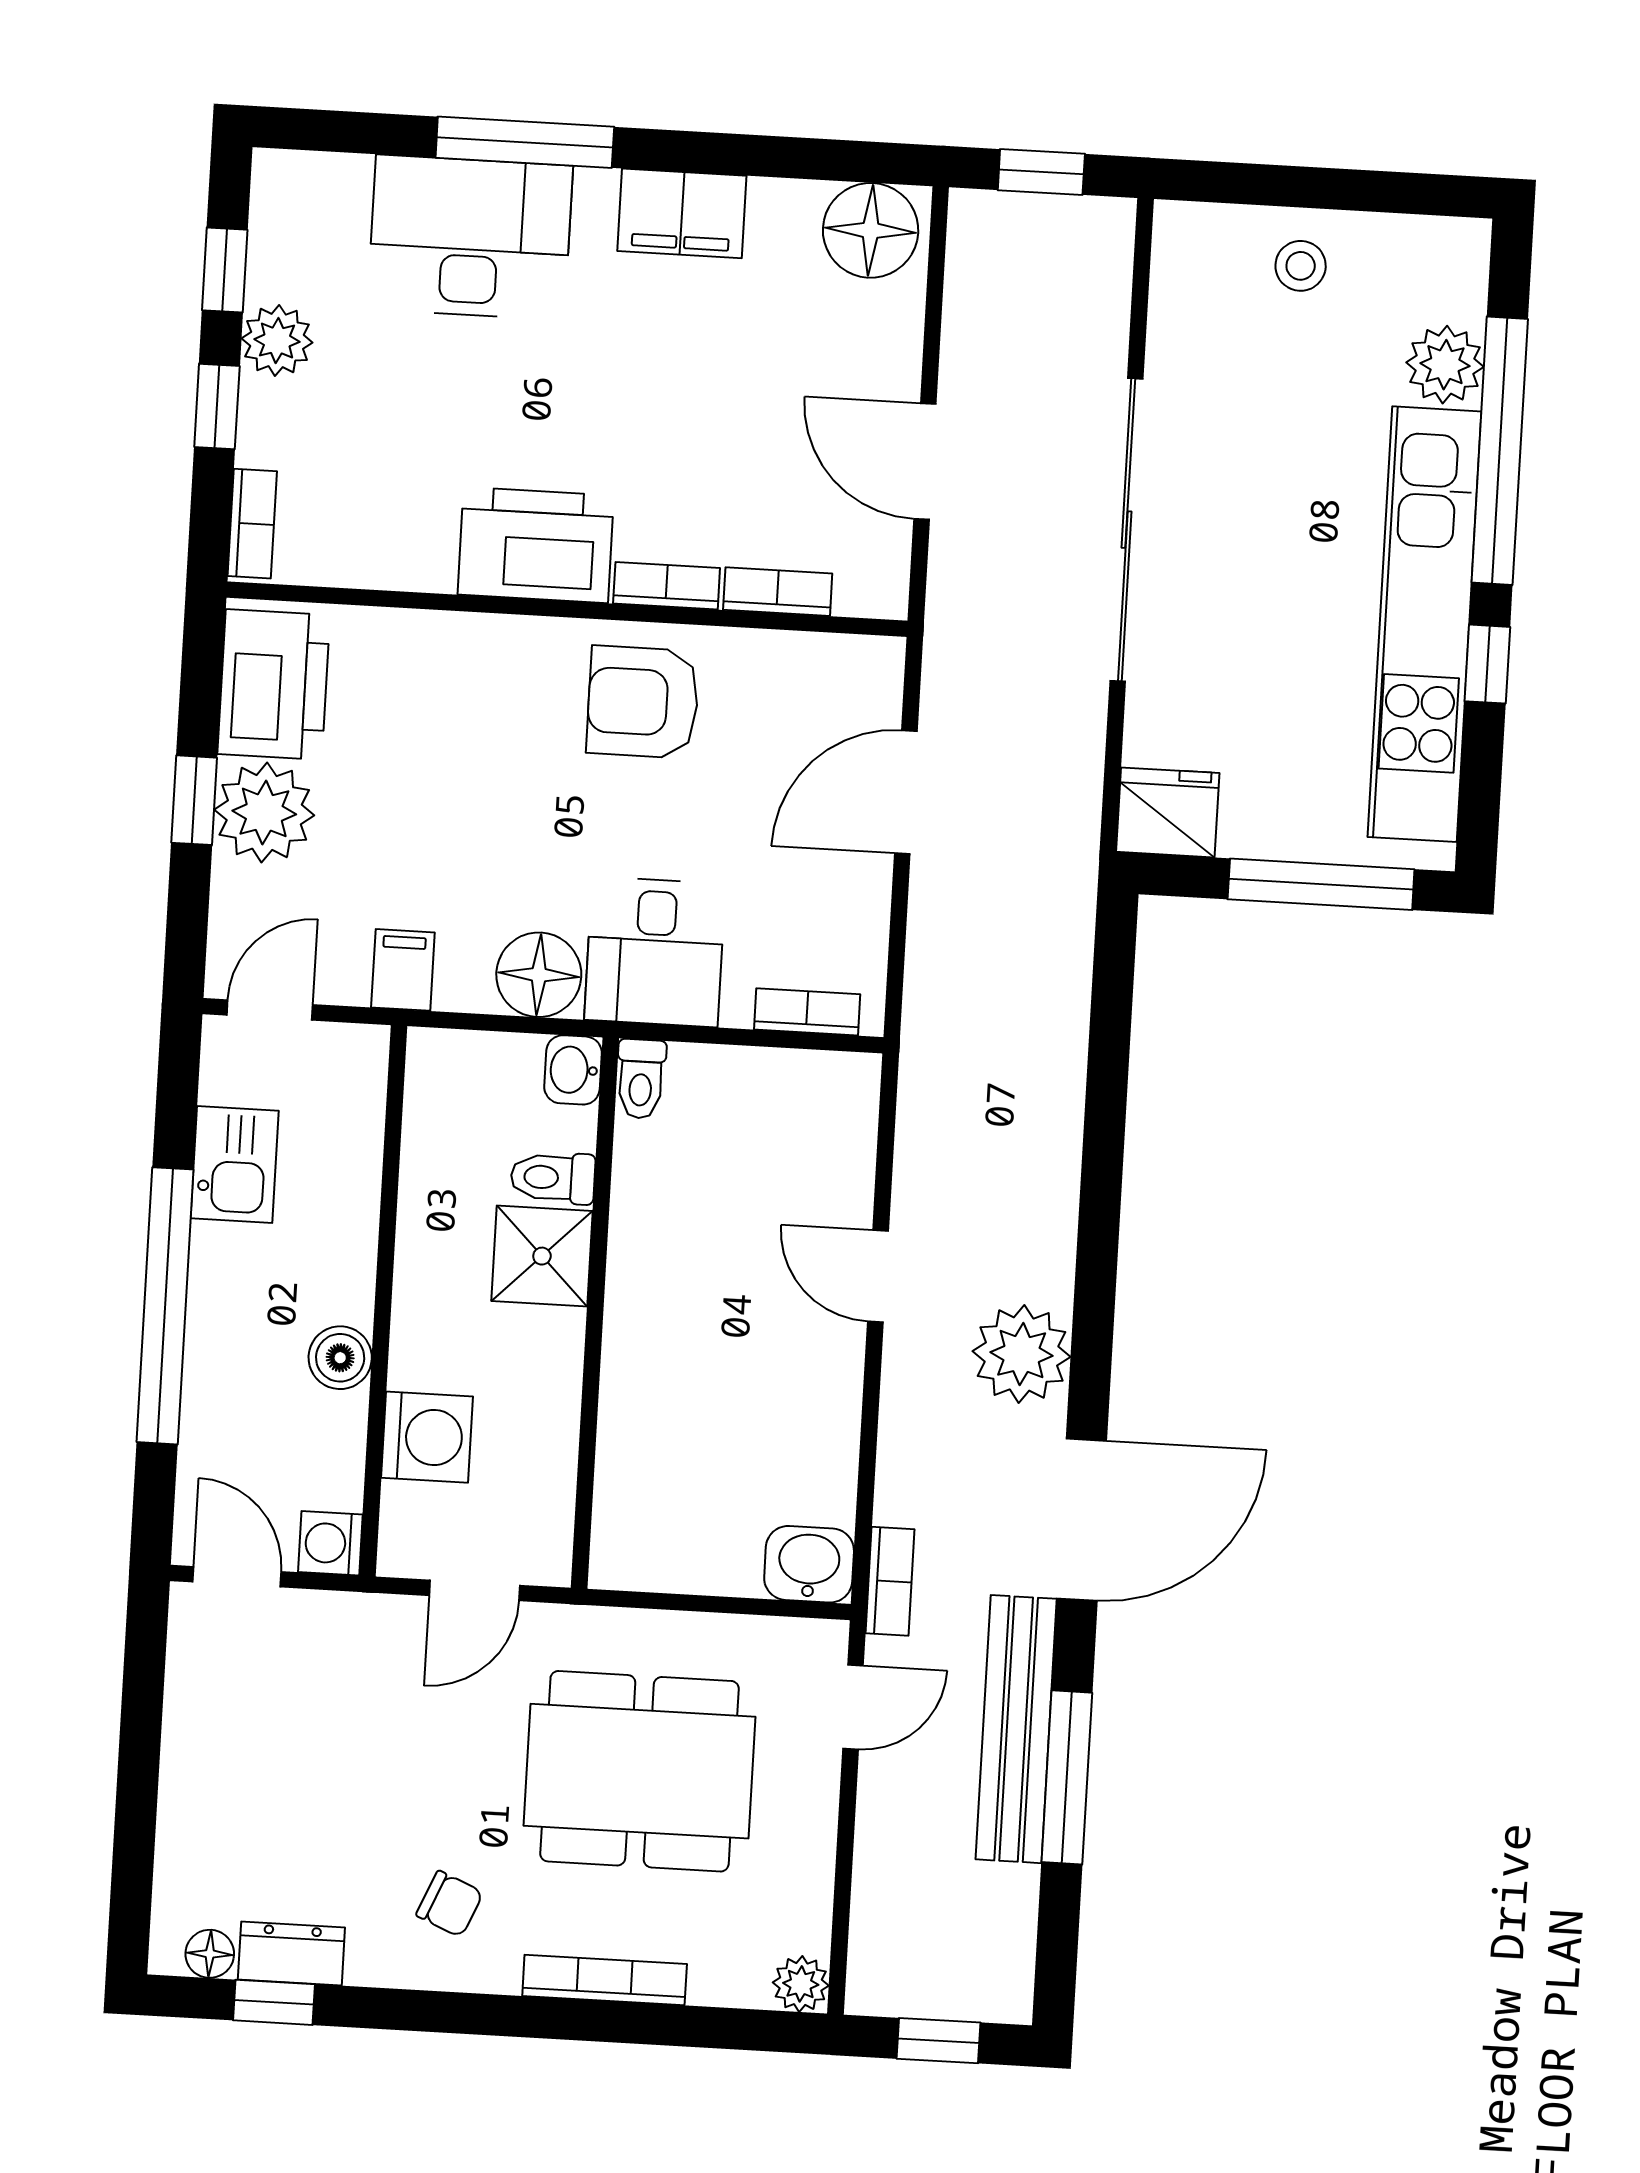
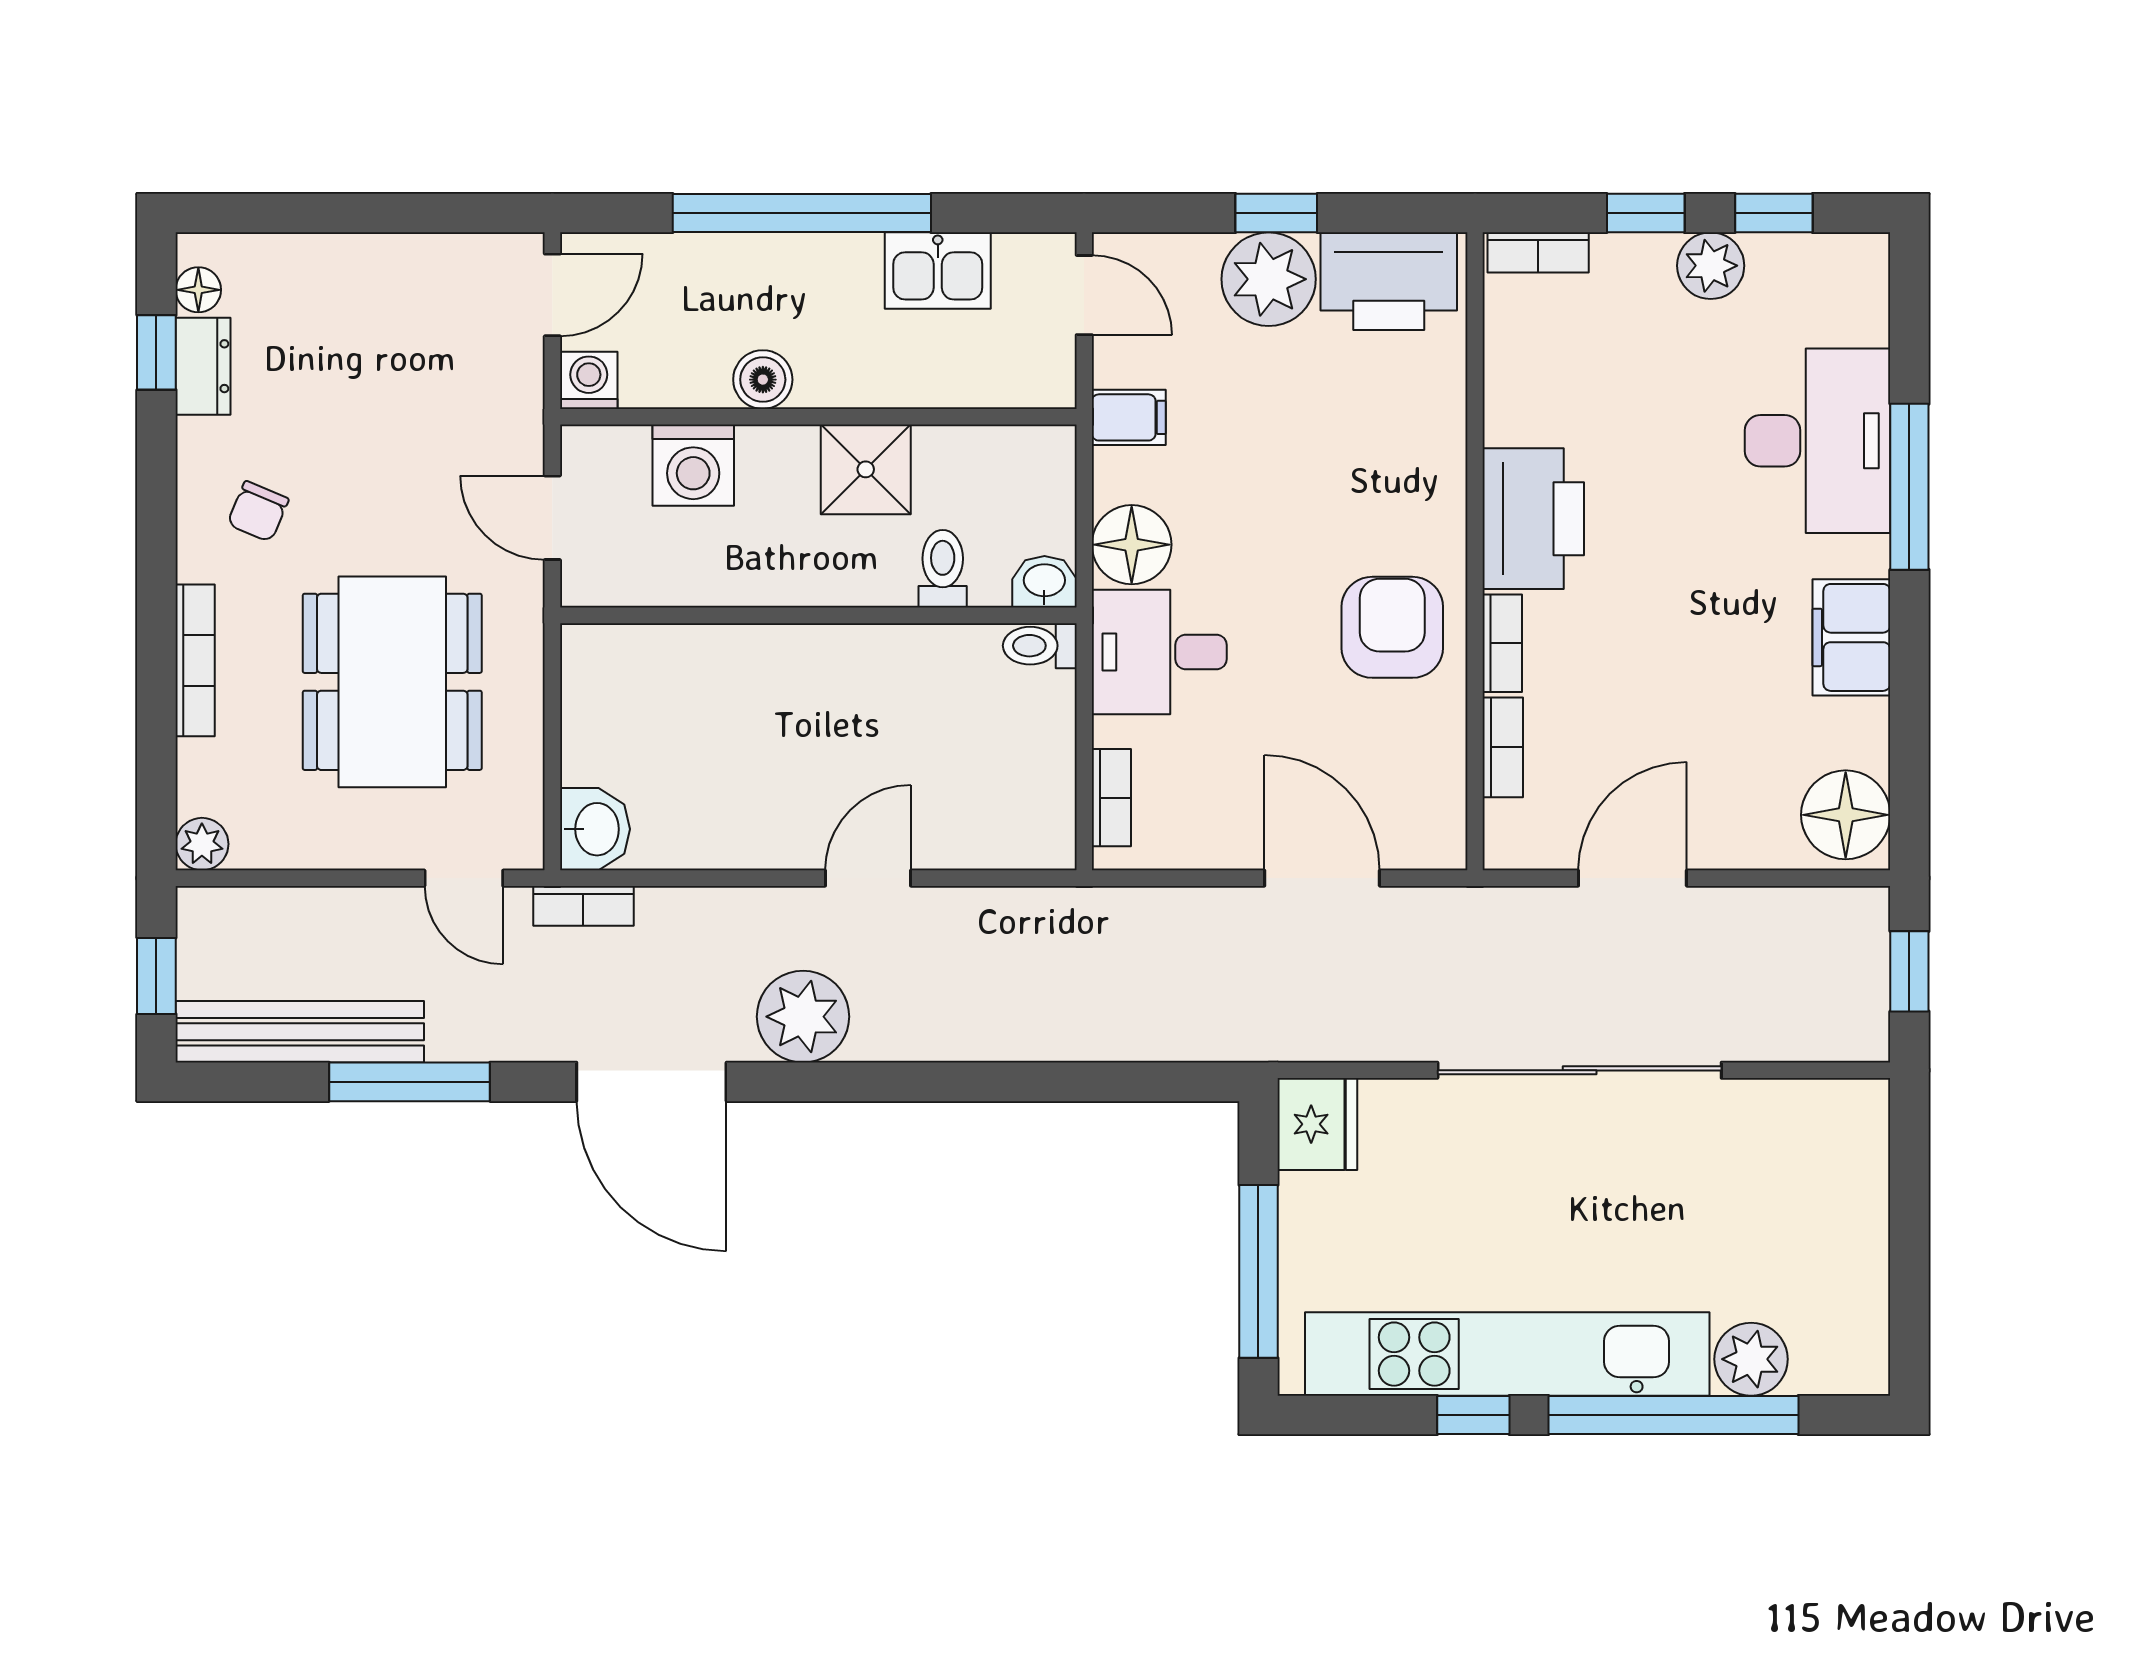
stool: (1301, 266) -> (1836, 1219), removed
shower: (542, 1256) -> (866, 469), moved
bench: (1016, 1729) -> (300, 1032), moved

